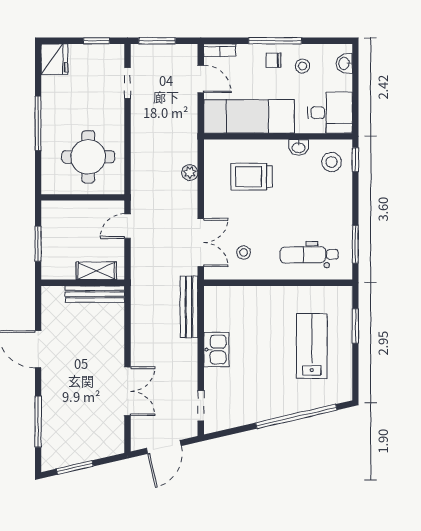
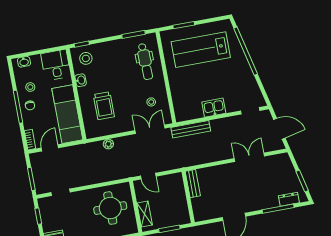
shelving: (96, 271) -> (145, 214), moved
bench: (95, 294) -> (193, 184), width x0.73
lab bench: (312, 346) -> (201, 50), width x1.36, depth x1.39
dresser: (50, 441) -> (289, 199), added

